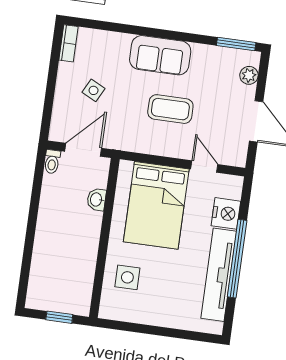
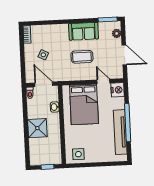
sofa: (160, 55) -> (83, 31), moved
door: (83, 150) -> (44, 84), hinge flipped
nightstand: (226, 213) -> (118, 90), moved
shower: (54, 235) -> (37, 128), added
side table: (127, 277) -> (78, 154), moved

